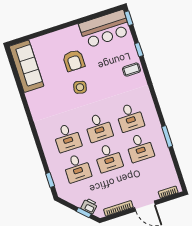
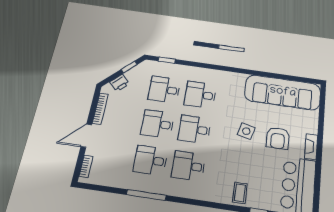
fireplace: (68, 32) -> (311, 147), added
armchair: (74, 61) -> (278, 138), turned -90
sofa: (26, 66) -> (283, 92), width x1.36, depth x1.27
window: (167, 136) -> (146, 195), width x1.44
window: (84, 213) -> (129, 67), moved

